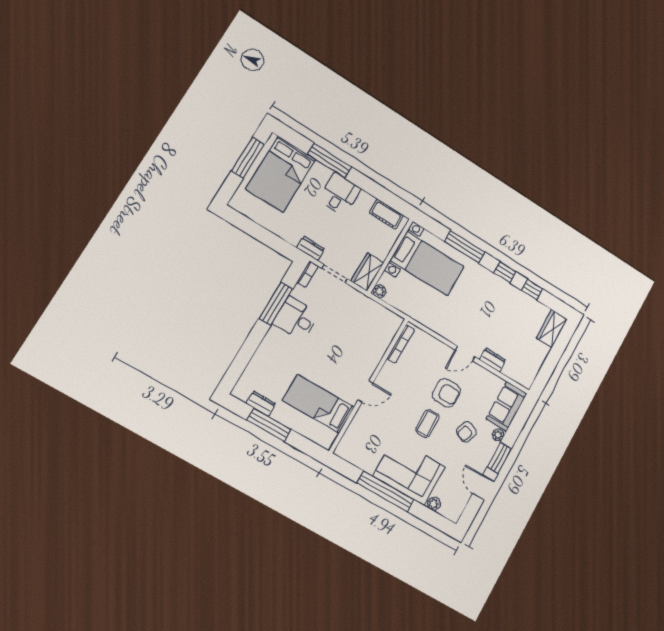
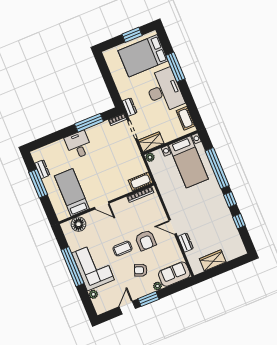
window: (248, 157) -> (132, 35), width x0.69
desk: (340, 194) -> (164, 90), width x1.87, depth x1.30
window: (465, 247) -> (217, 168), width x1.46
desk: (296, 319) -> (78, 145), moved
cot: (390, 328) -> (140, 181), added
wardrobe: (552, 329) -> (213, 260), moved
floor lamp: (355, 435) -> (79, 224), added

